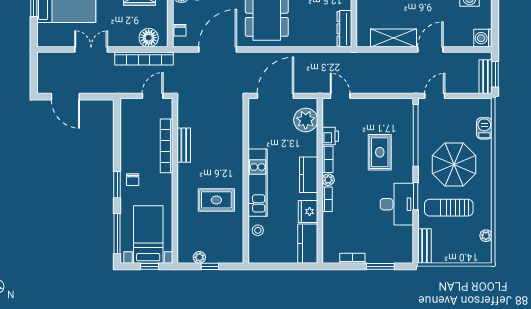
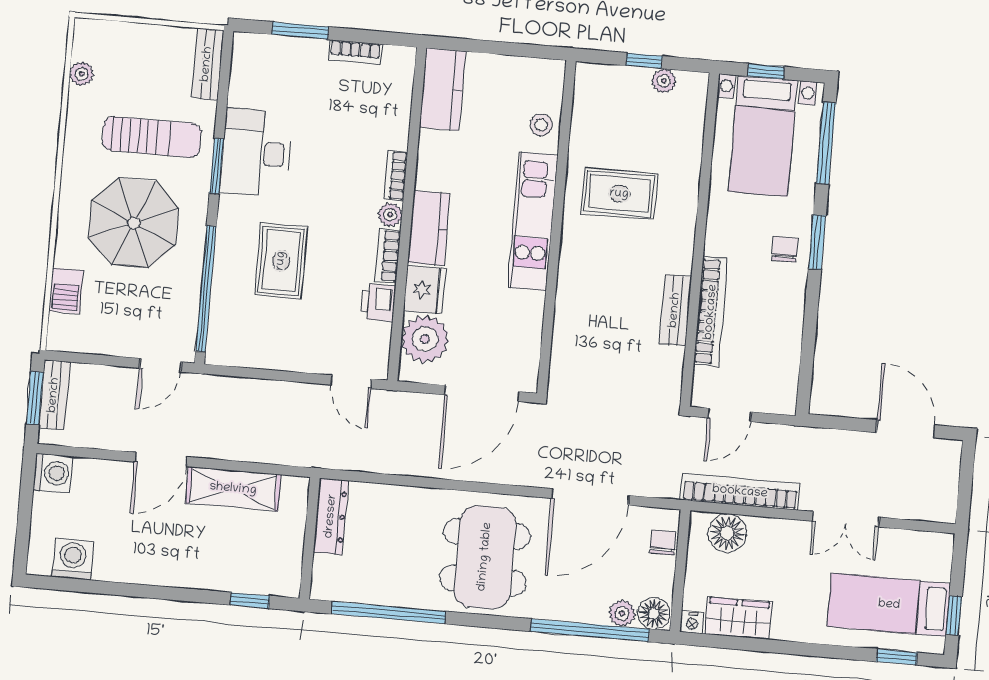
fridge: (308, 211) -> (425, 290), moved

